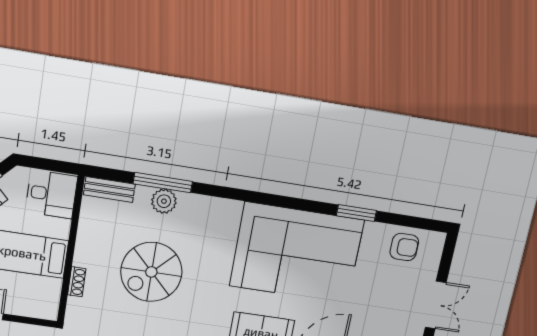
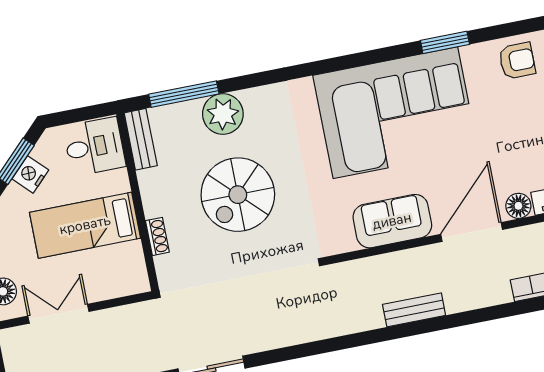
window: (163, 183) -> (184, 94), moved
bench: (109, 190) -> (141, 139), moved, turned 90
plant: (164, 201) -> (223, 114), width x1.36, depth x1.36

